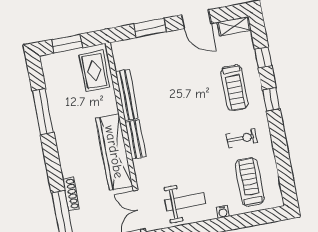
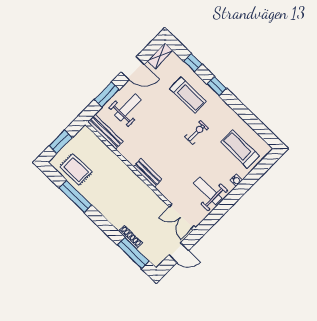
weight bench: (163, 57) -> (128, 107), added
rug: (94, 71) -> (76, 169), moved
bench: (127, 95) -> (105, 132), moved
exercise bike: (242, 138) -> (197, 132), moved
wardrobe: (114, 152) -> (140, 191), removed
weight bench: (185, 202) -> (208, 191), turned -90

